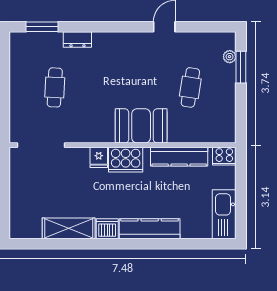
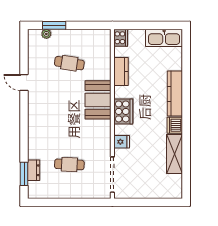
dresser: (77, 40) -> (34, 170), moved
fridge: (99, 157) -> (122, 142), moved
kitchen counter: (179, 157) -> (121, 72), width x0.67

